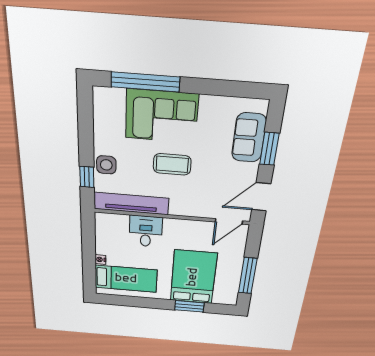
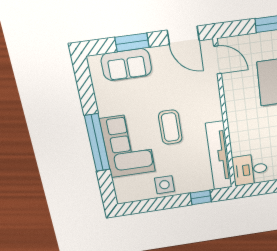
window: (145, 82) -> (97, 143), moved
side table: (106, 165) -> (164, 185), moved
desk: (146, 231) -> (250, 170), moved

